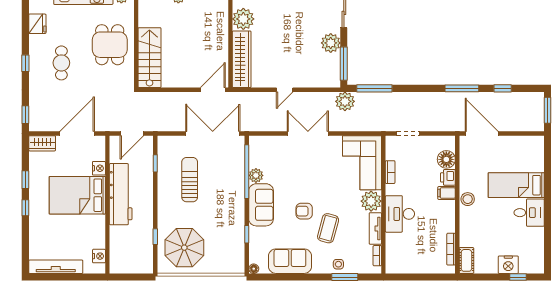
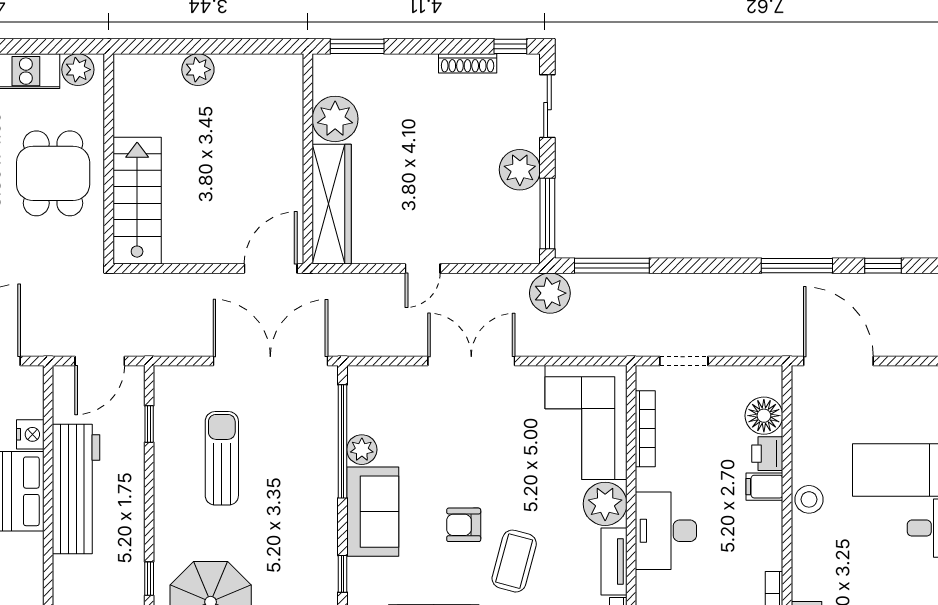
bookcase: (390, 172) -> (645, 429), width x1.56

